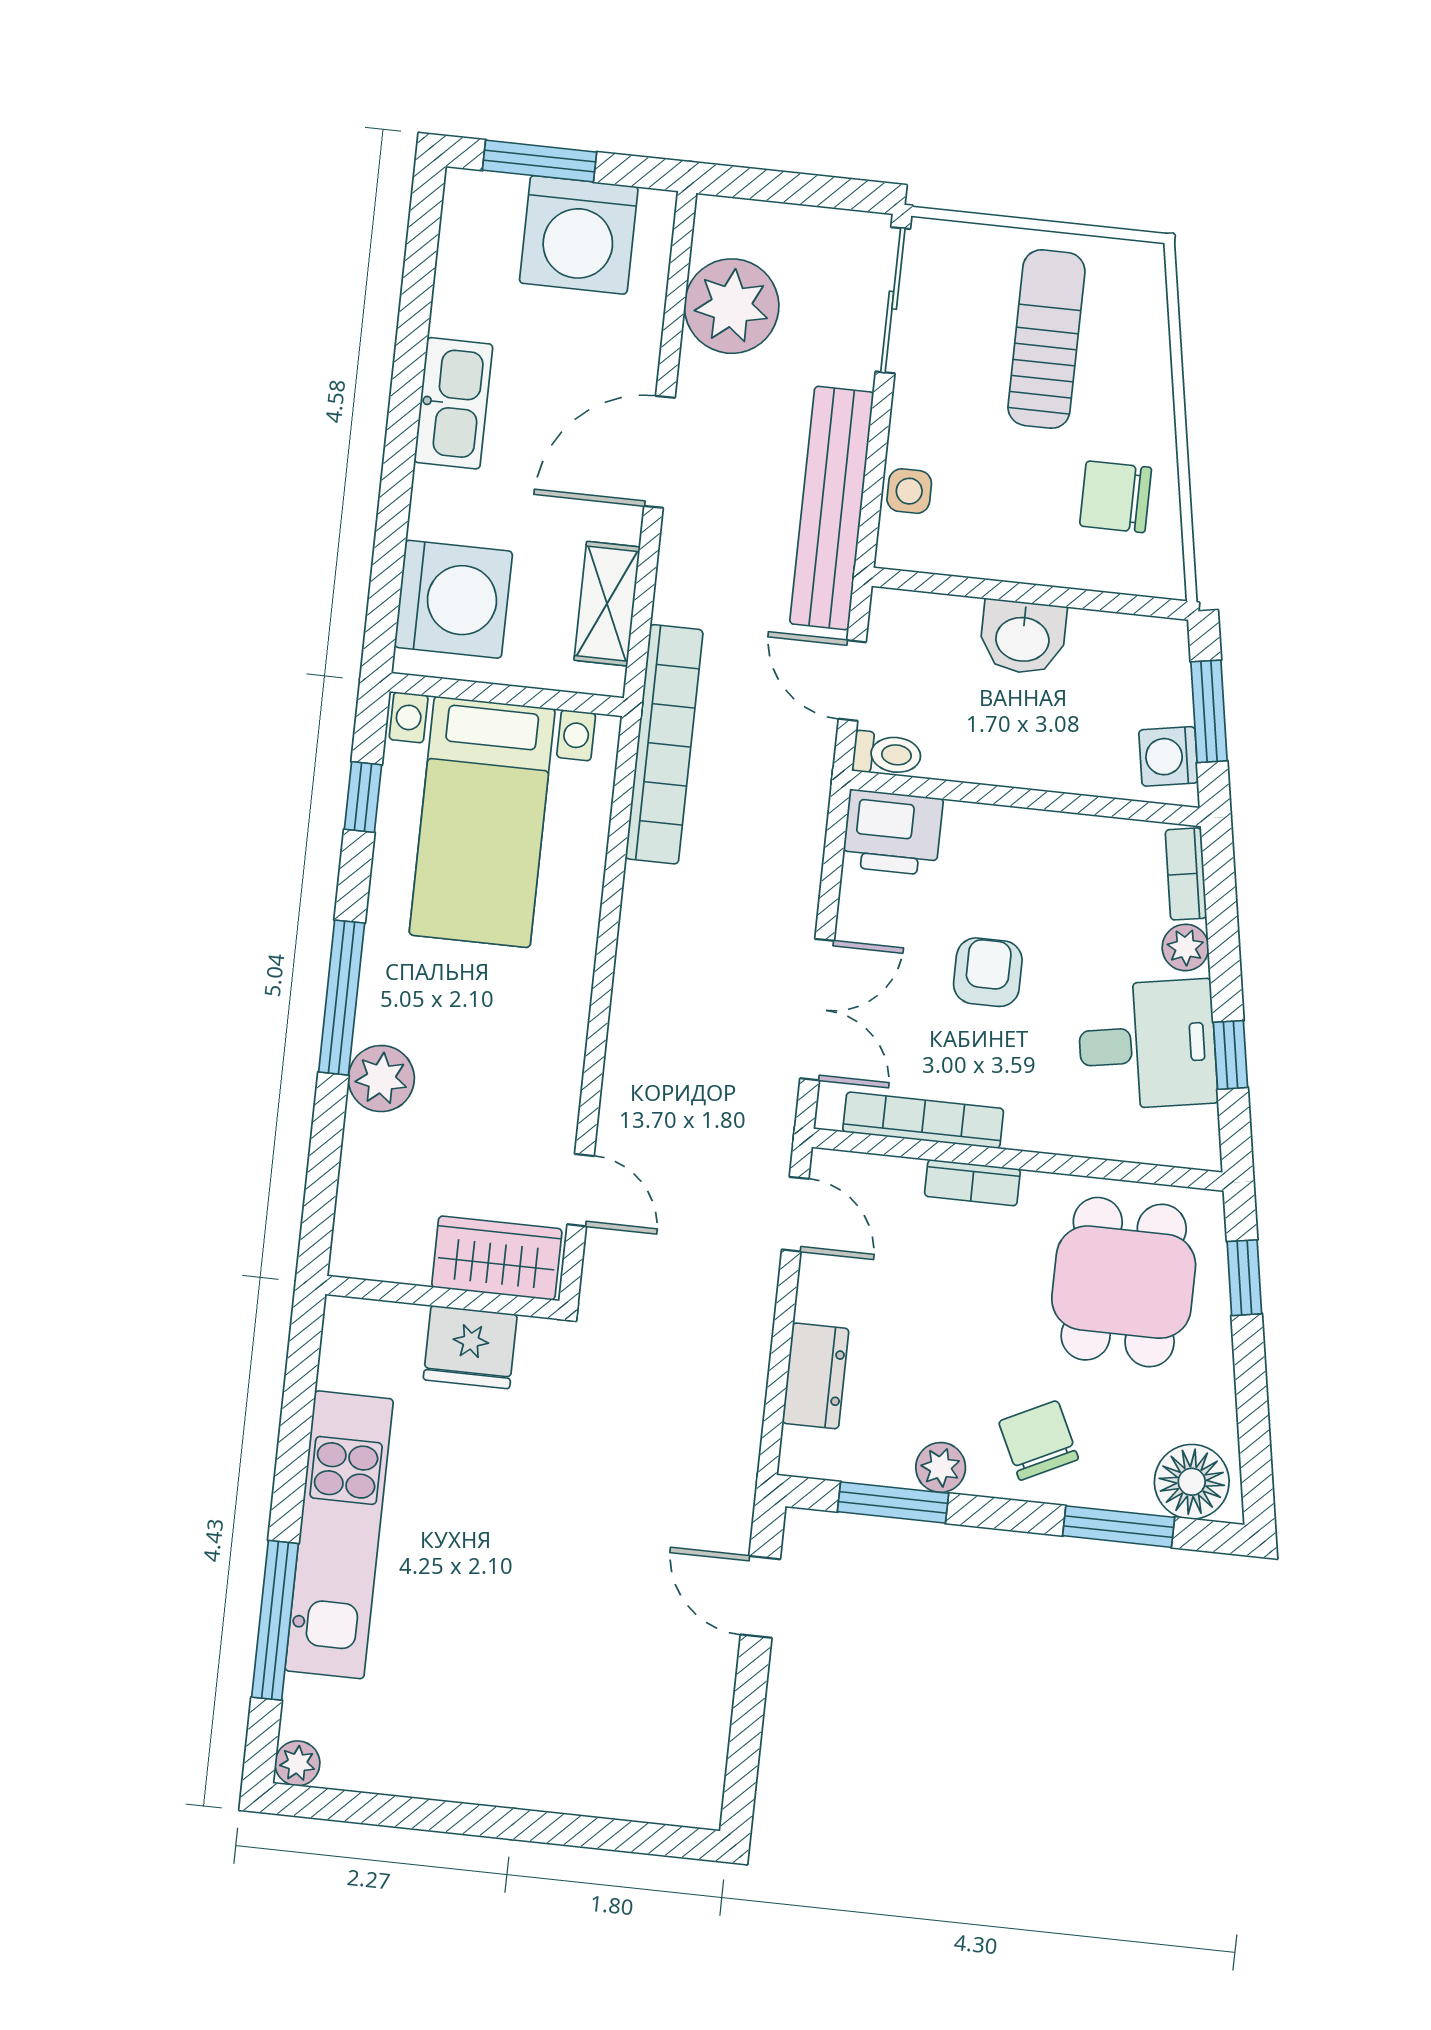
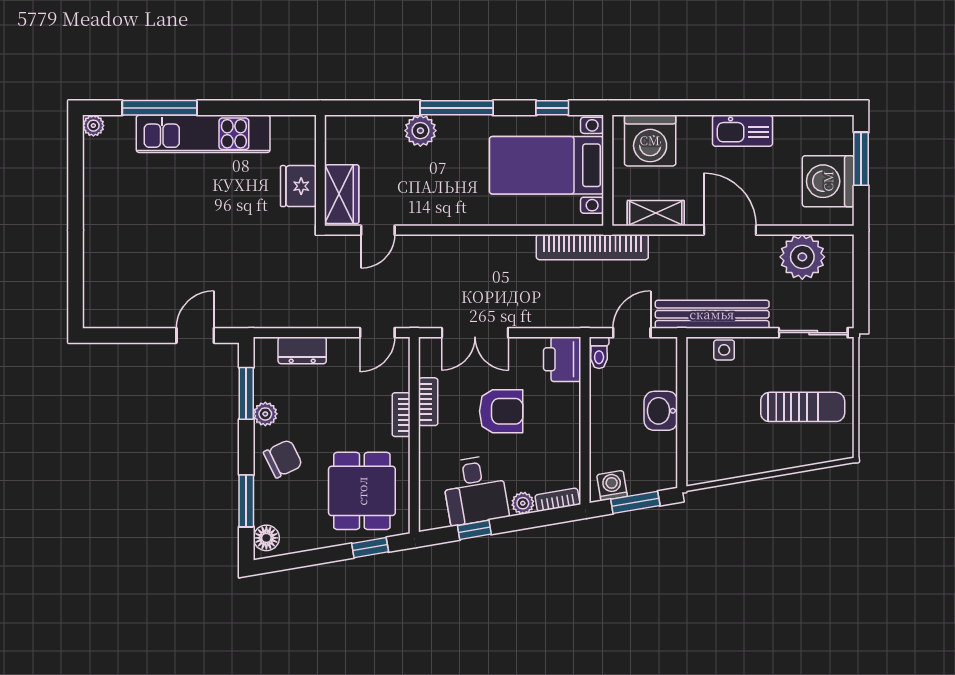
chair: (1116, 497) -> (732, 448), removed
armchair: (988, 972) -> (501, 411), width x1.38, depth x1.38
bookcase: (923, 1120) -> (428, 402), width x0.64
dining table: (1124, 1282) -> (362, 491), turned 90
floor lamp: (1192, 1482) -> (266, 538), width x0.73, depth x0.73

